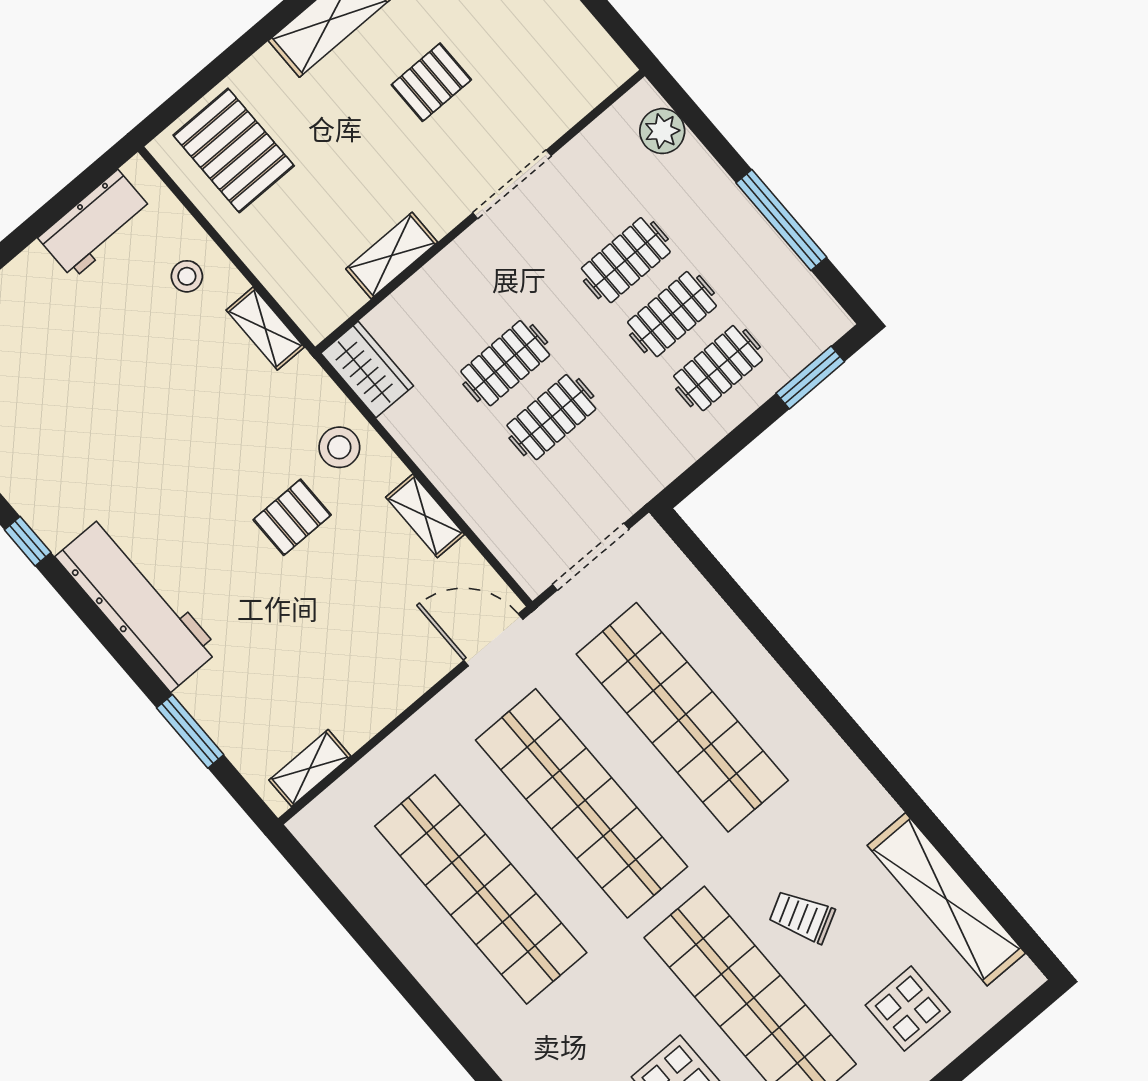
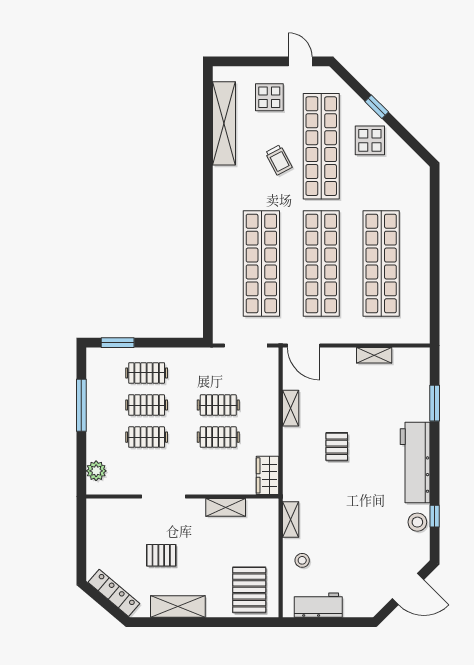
stool: (339, 447) -> (417, 522), moved
pallet: (292, 517) -> (337, 447), turned 90
shelving: (310, 768) -> (374, 355), moved

